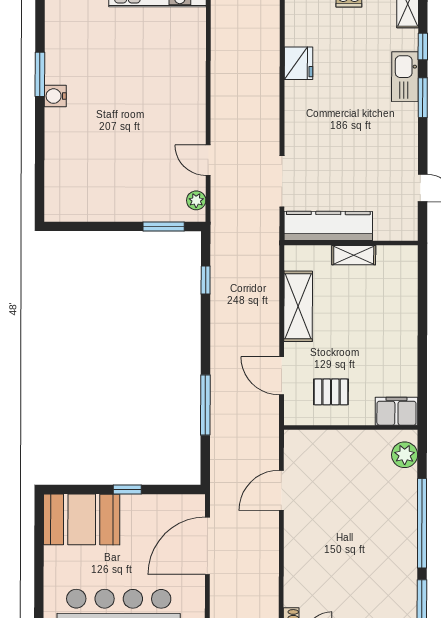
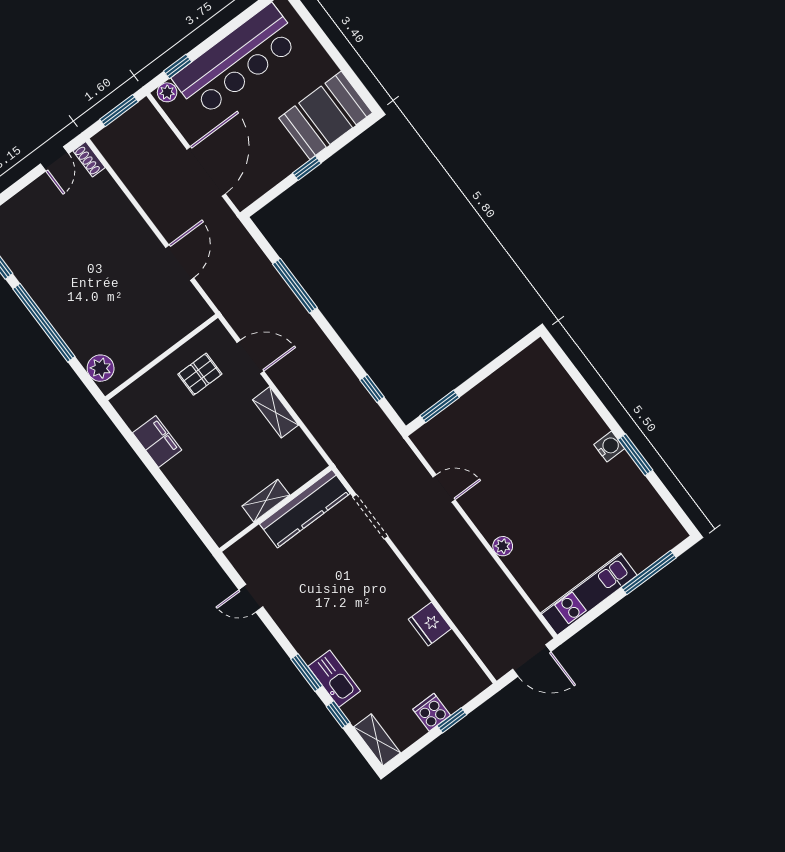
plant: (196, 200) -> (503, 546), moved
shelving: (298, 306) -> (275, 412), width x0.67, depth x0.75
filing cabinet: (396, 411) -> (157, 441), moved, turned -90

